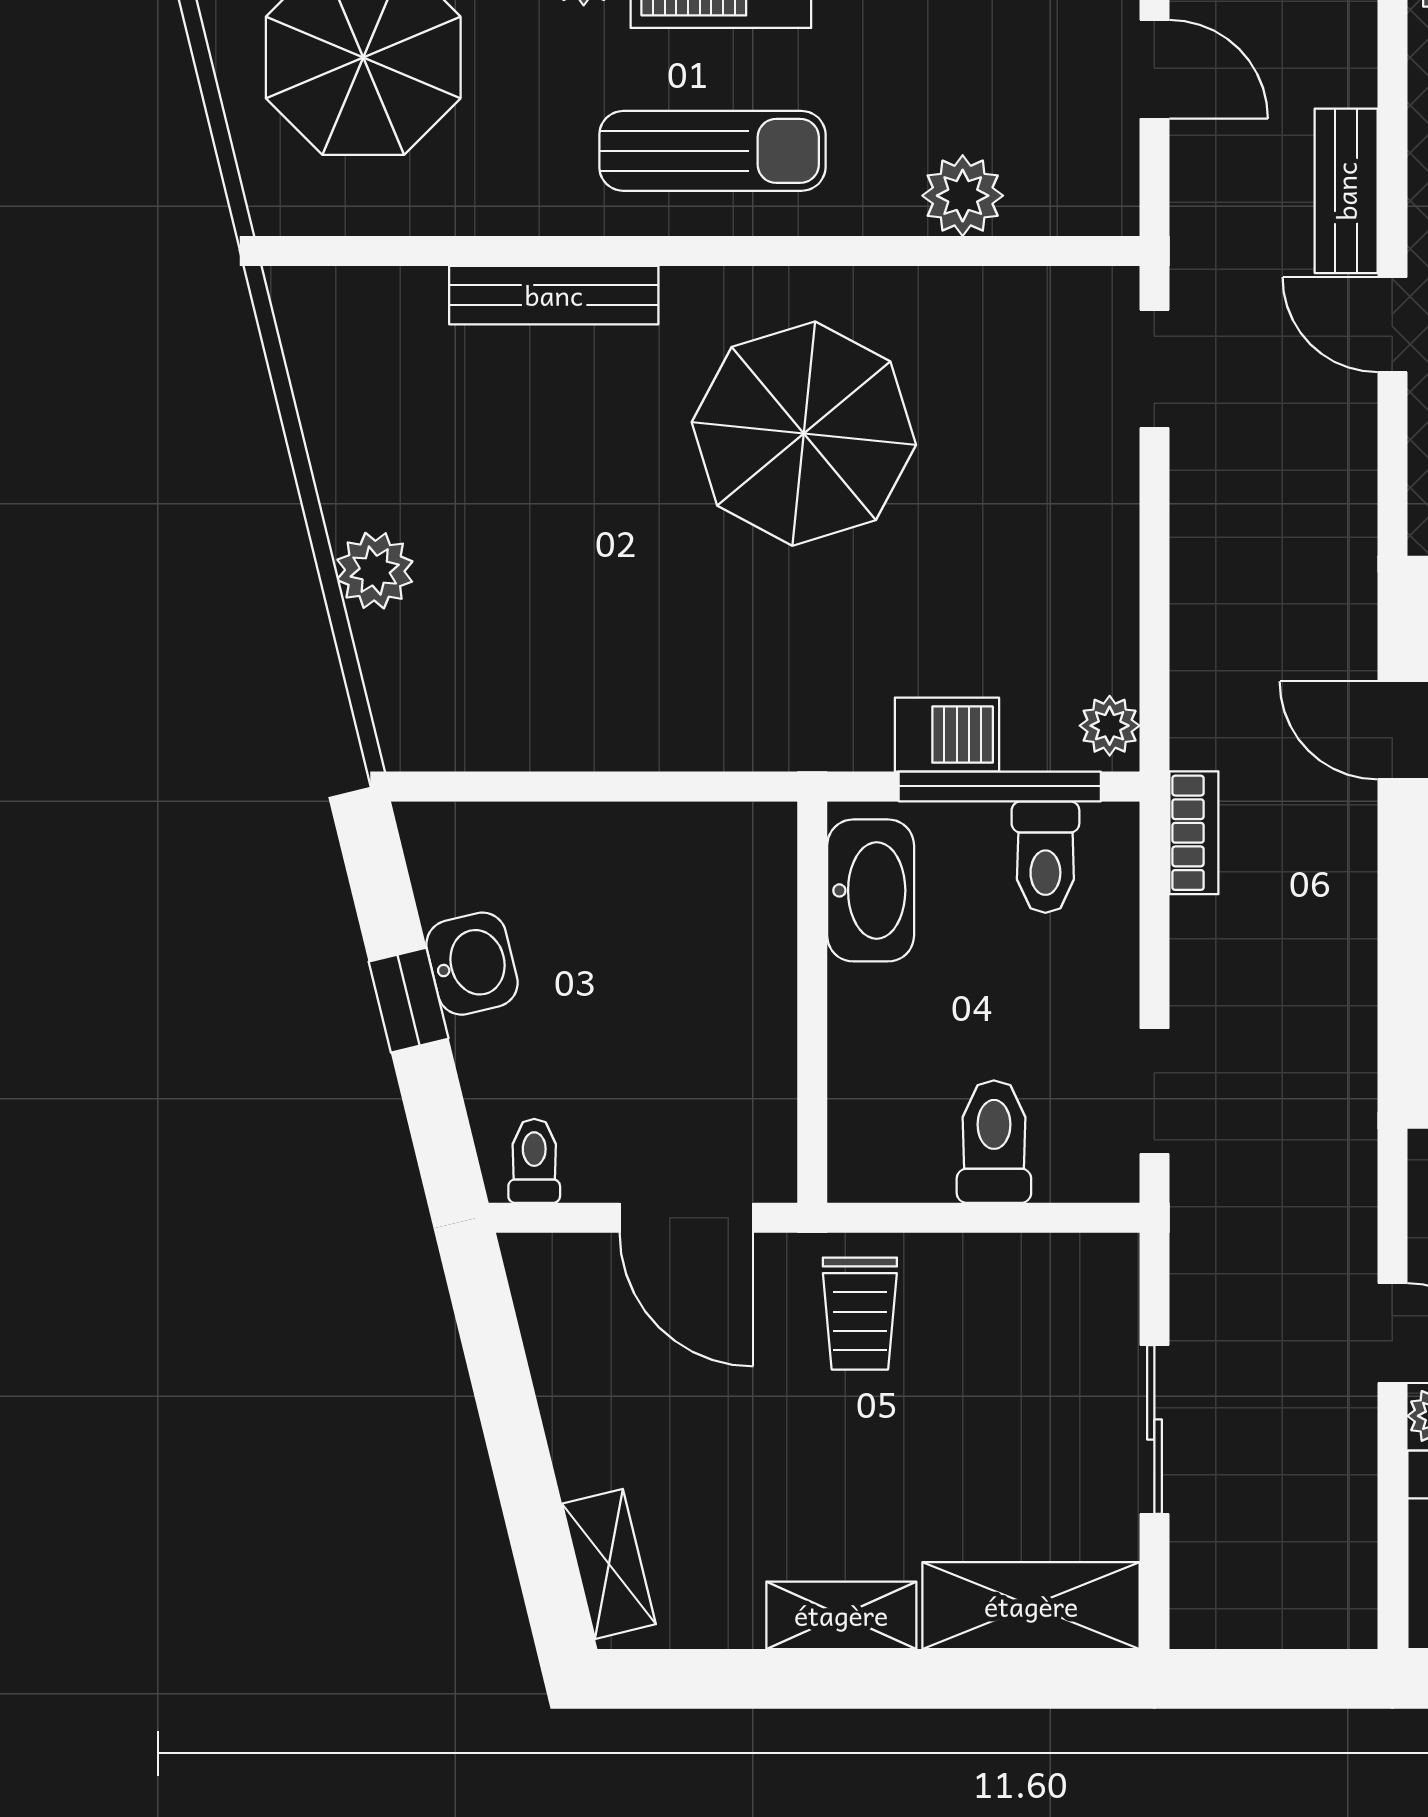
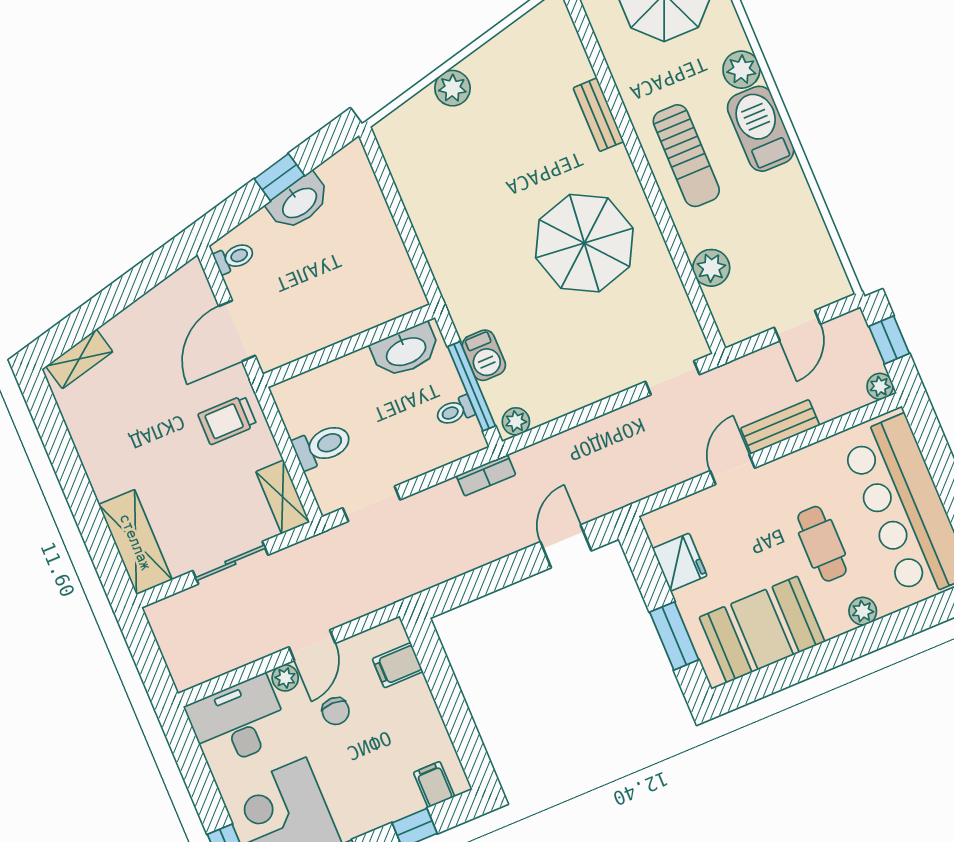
bench: (554, 295) -> (598, 115), width x0.73
toilet: (1045, 857) -> (455, 411), width x0.73, depth x0.72
washbasin: (472, 964) -> (299, 202), width x1.38
shelving: (841, 1615) -> (283, 497), moved

